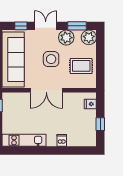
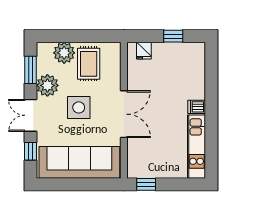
plant: (89, 37) -> (64, 53), moved
dishwasher: (62, 140) -> (197, 107), moved

